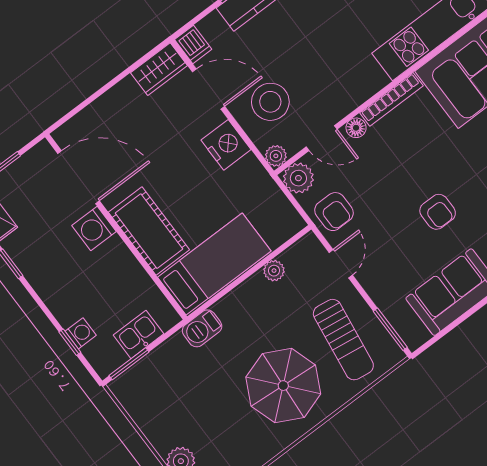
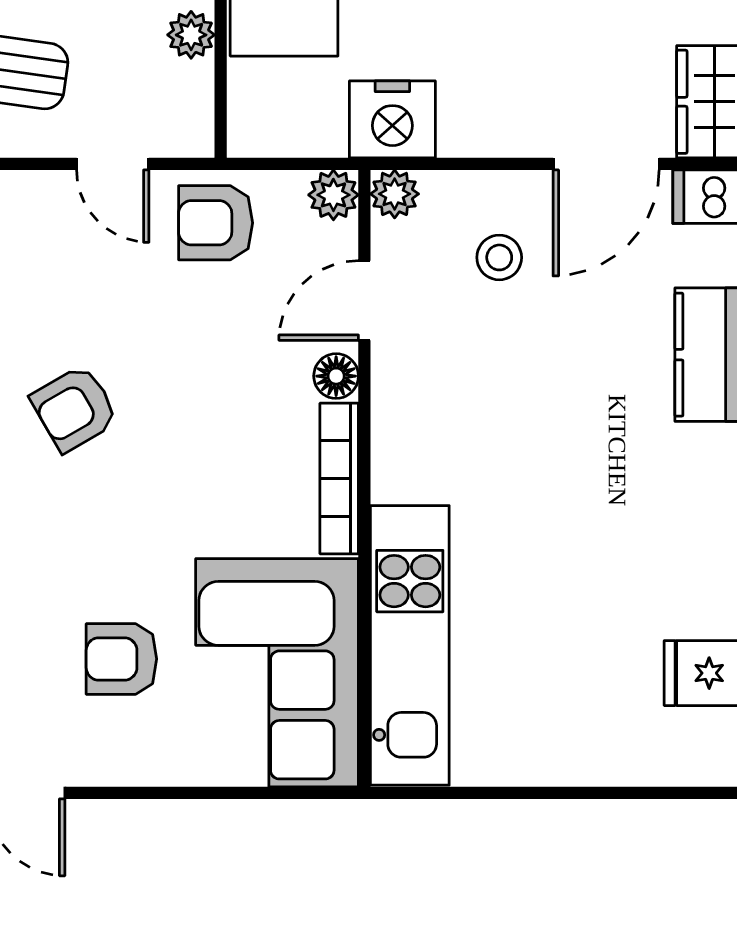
stool: (270, 102) -> (499, 257), width x0.53, depth x0.53
nightstand: (226, 145) -> (392, 119), moved
plant: (298, 178) -> (333, 195), width x0.73, depth x0.73
armchair: (438, 212) -> (75, 409), turned -30

